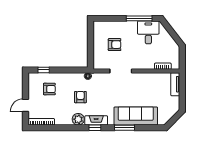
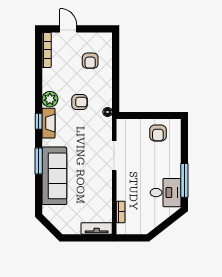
armchair: (115, 45) -> (158, 133), moved
window: (44, 70) -> (116, 53), removed

